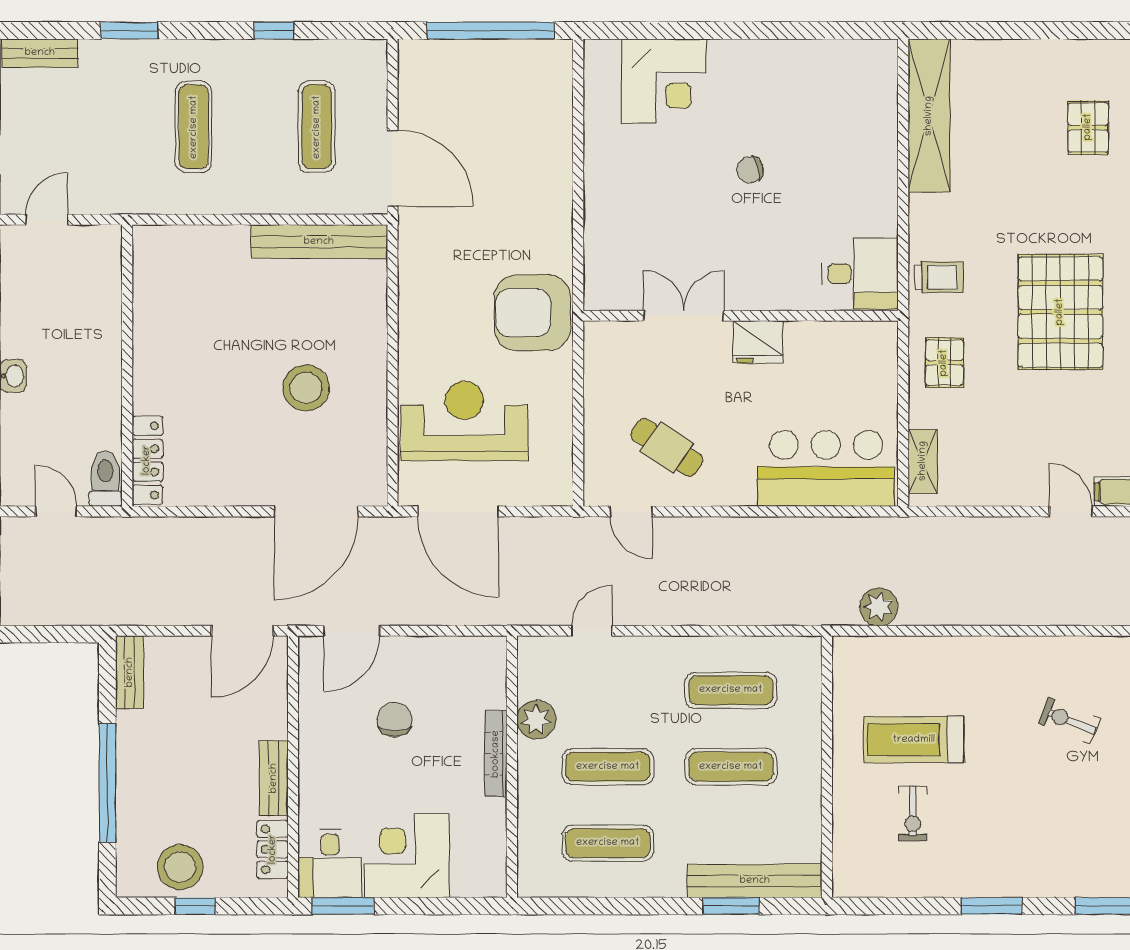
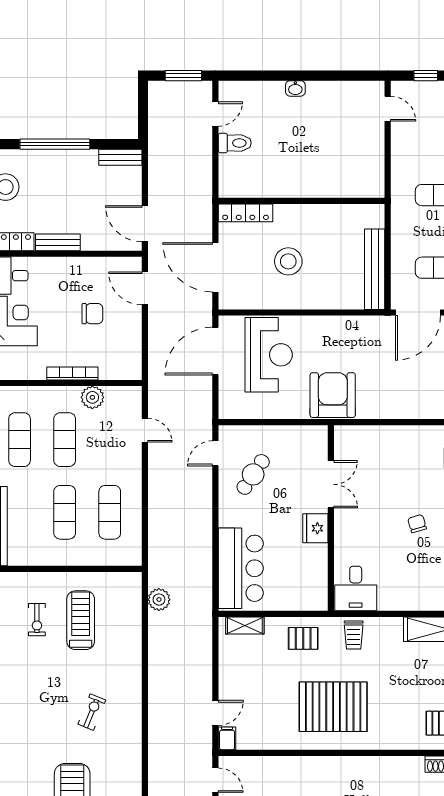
wall: (127, 365) -> (301, 201), moved
locker: (147, 460) -> (246, 213), moved
exercise bike: (913, 814) -> (37, 620), turned -90

